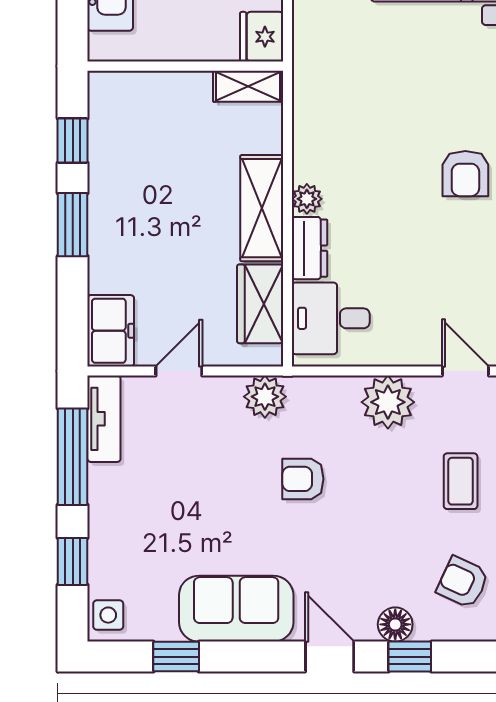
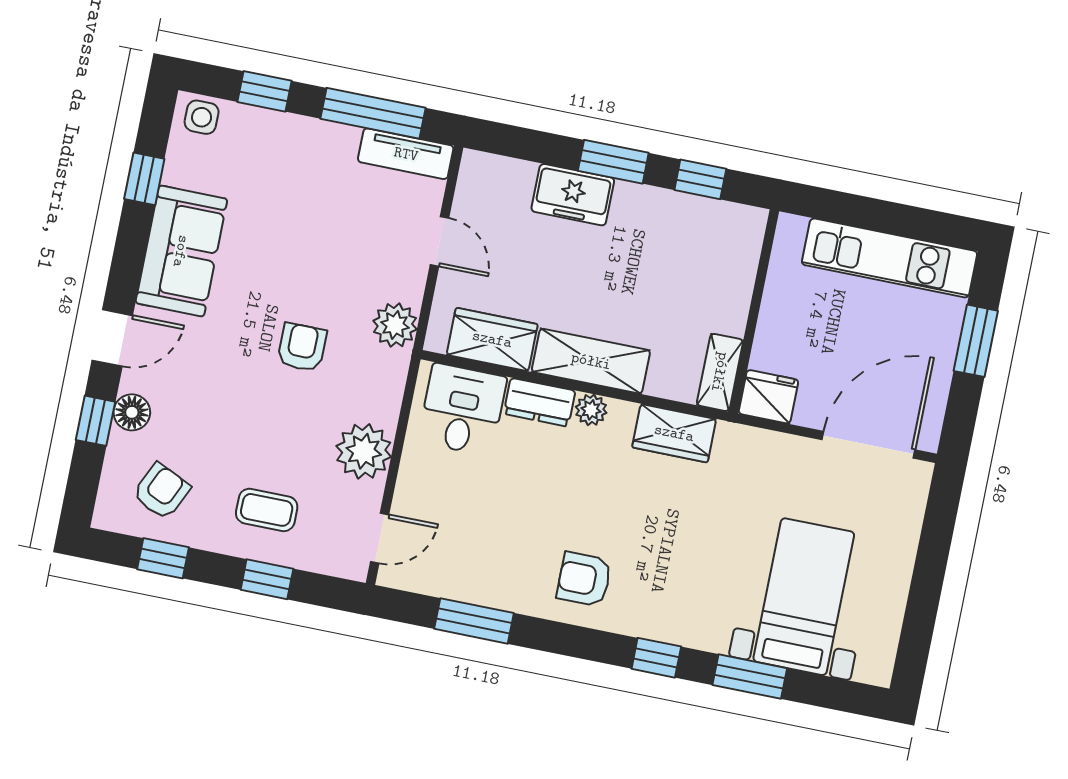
wardrobe: (313, 117) -> (674, 433), added
freezer: (111, 331) -> (573, 195), moved

